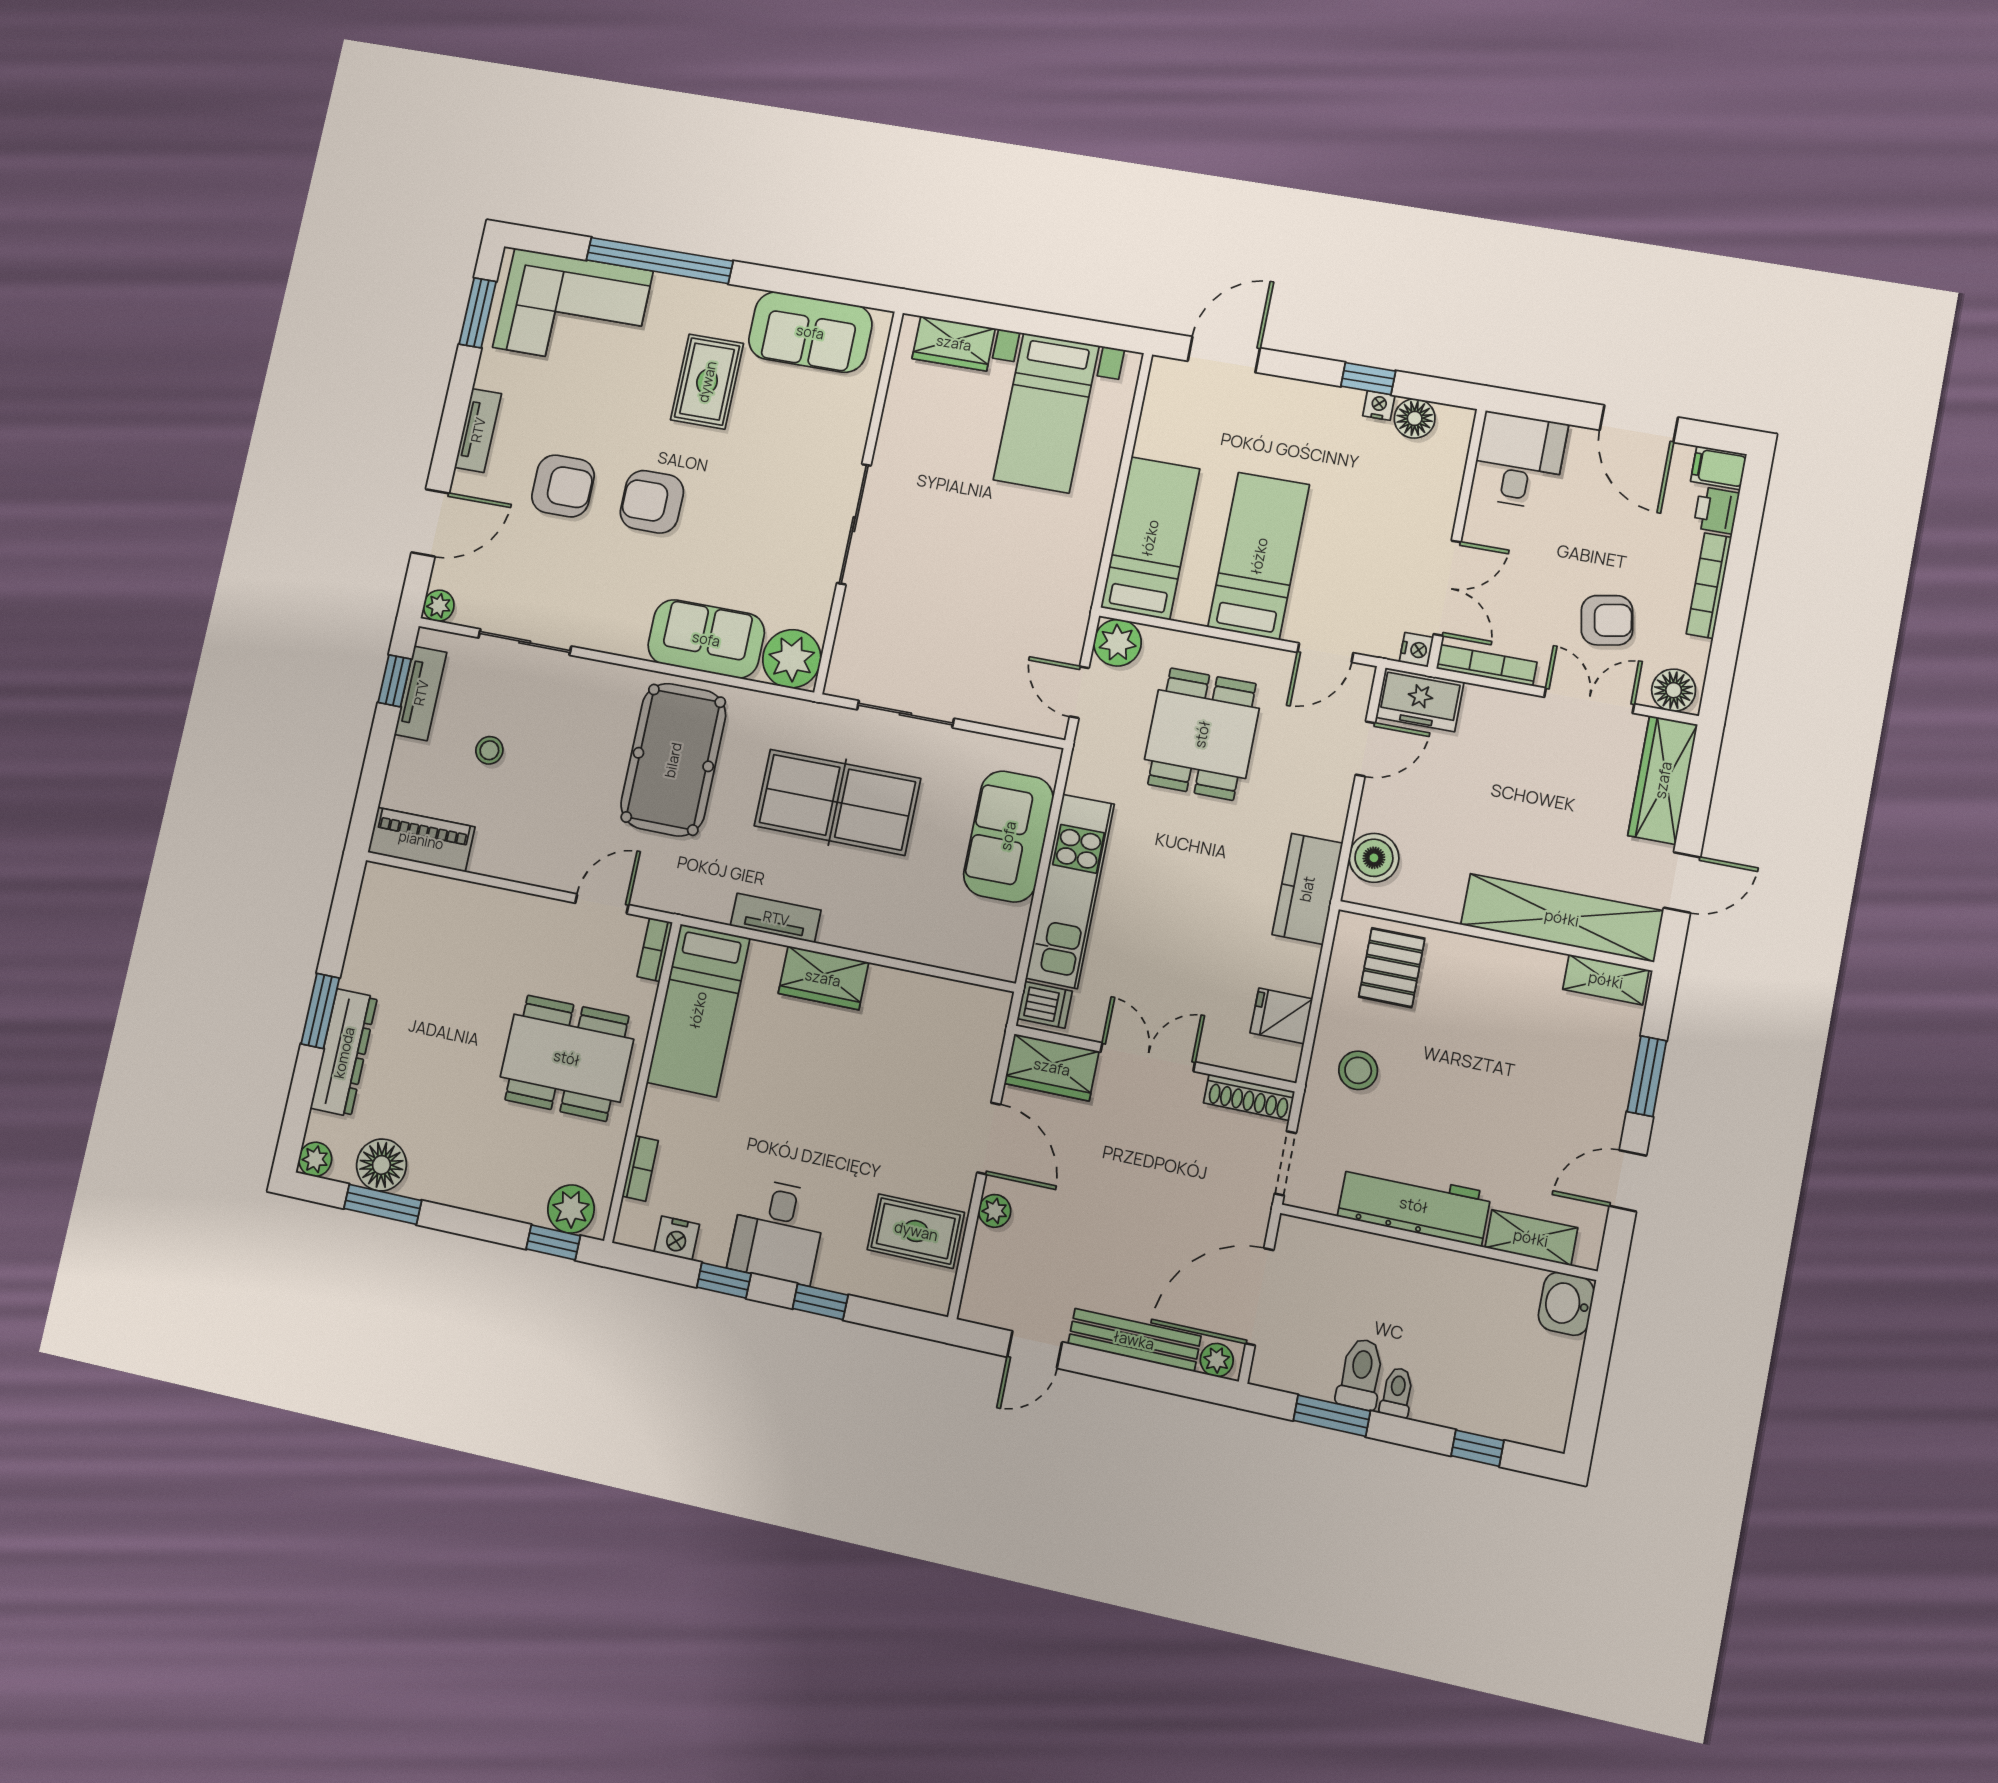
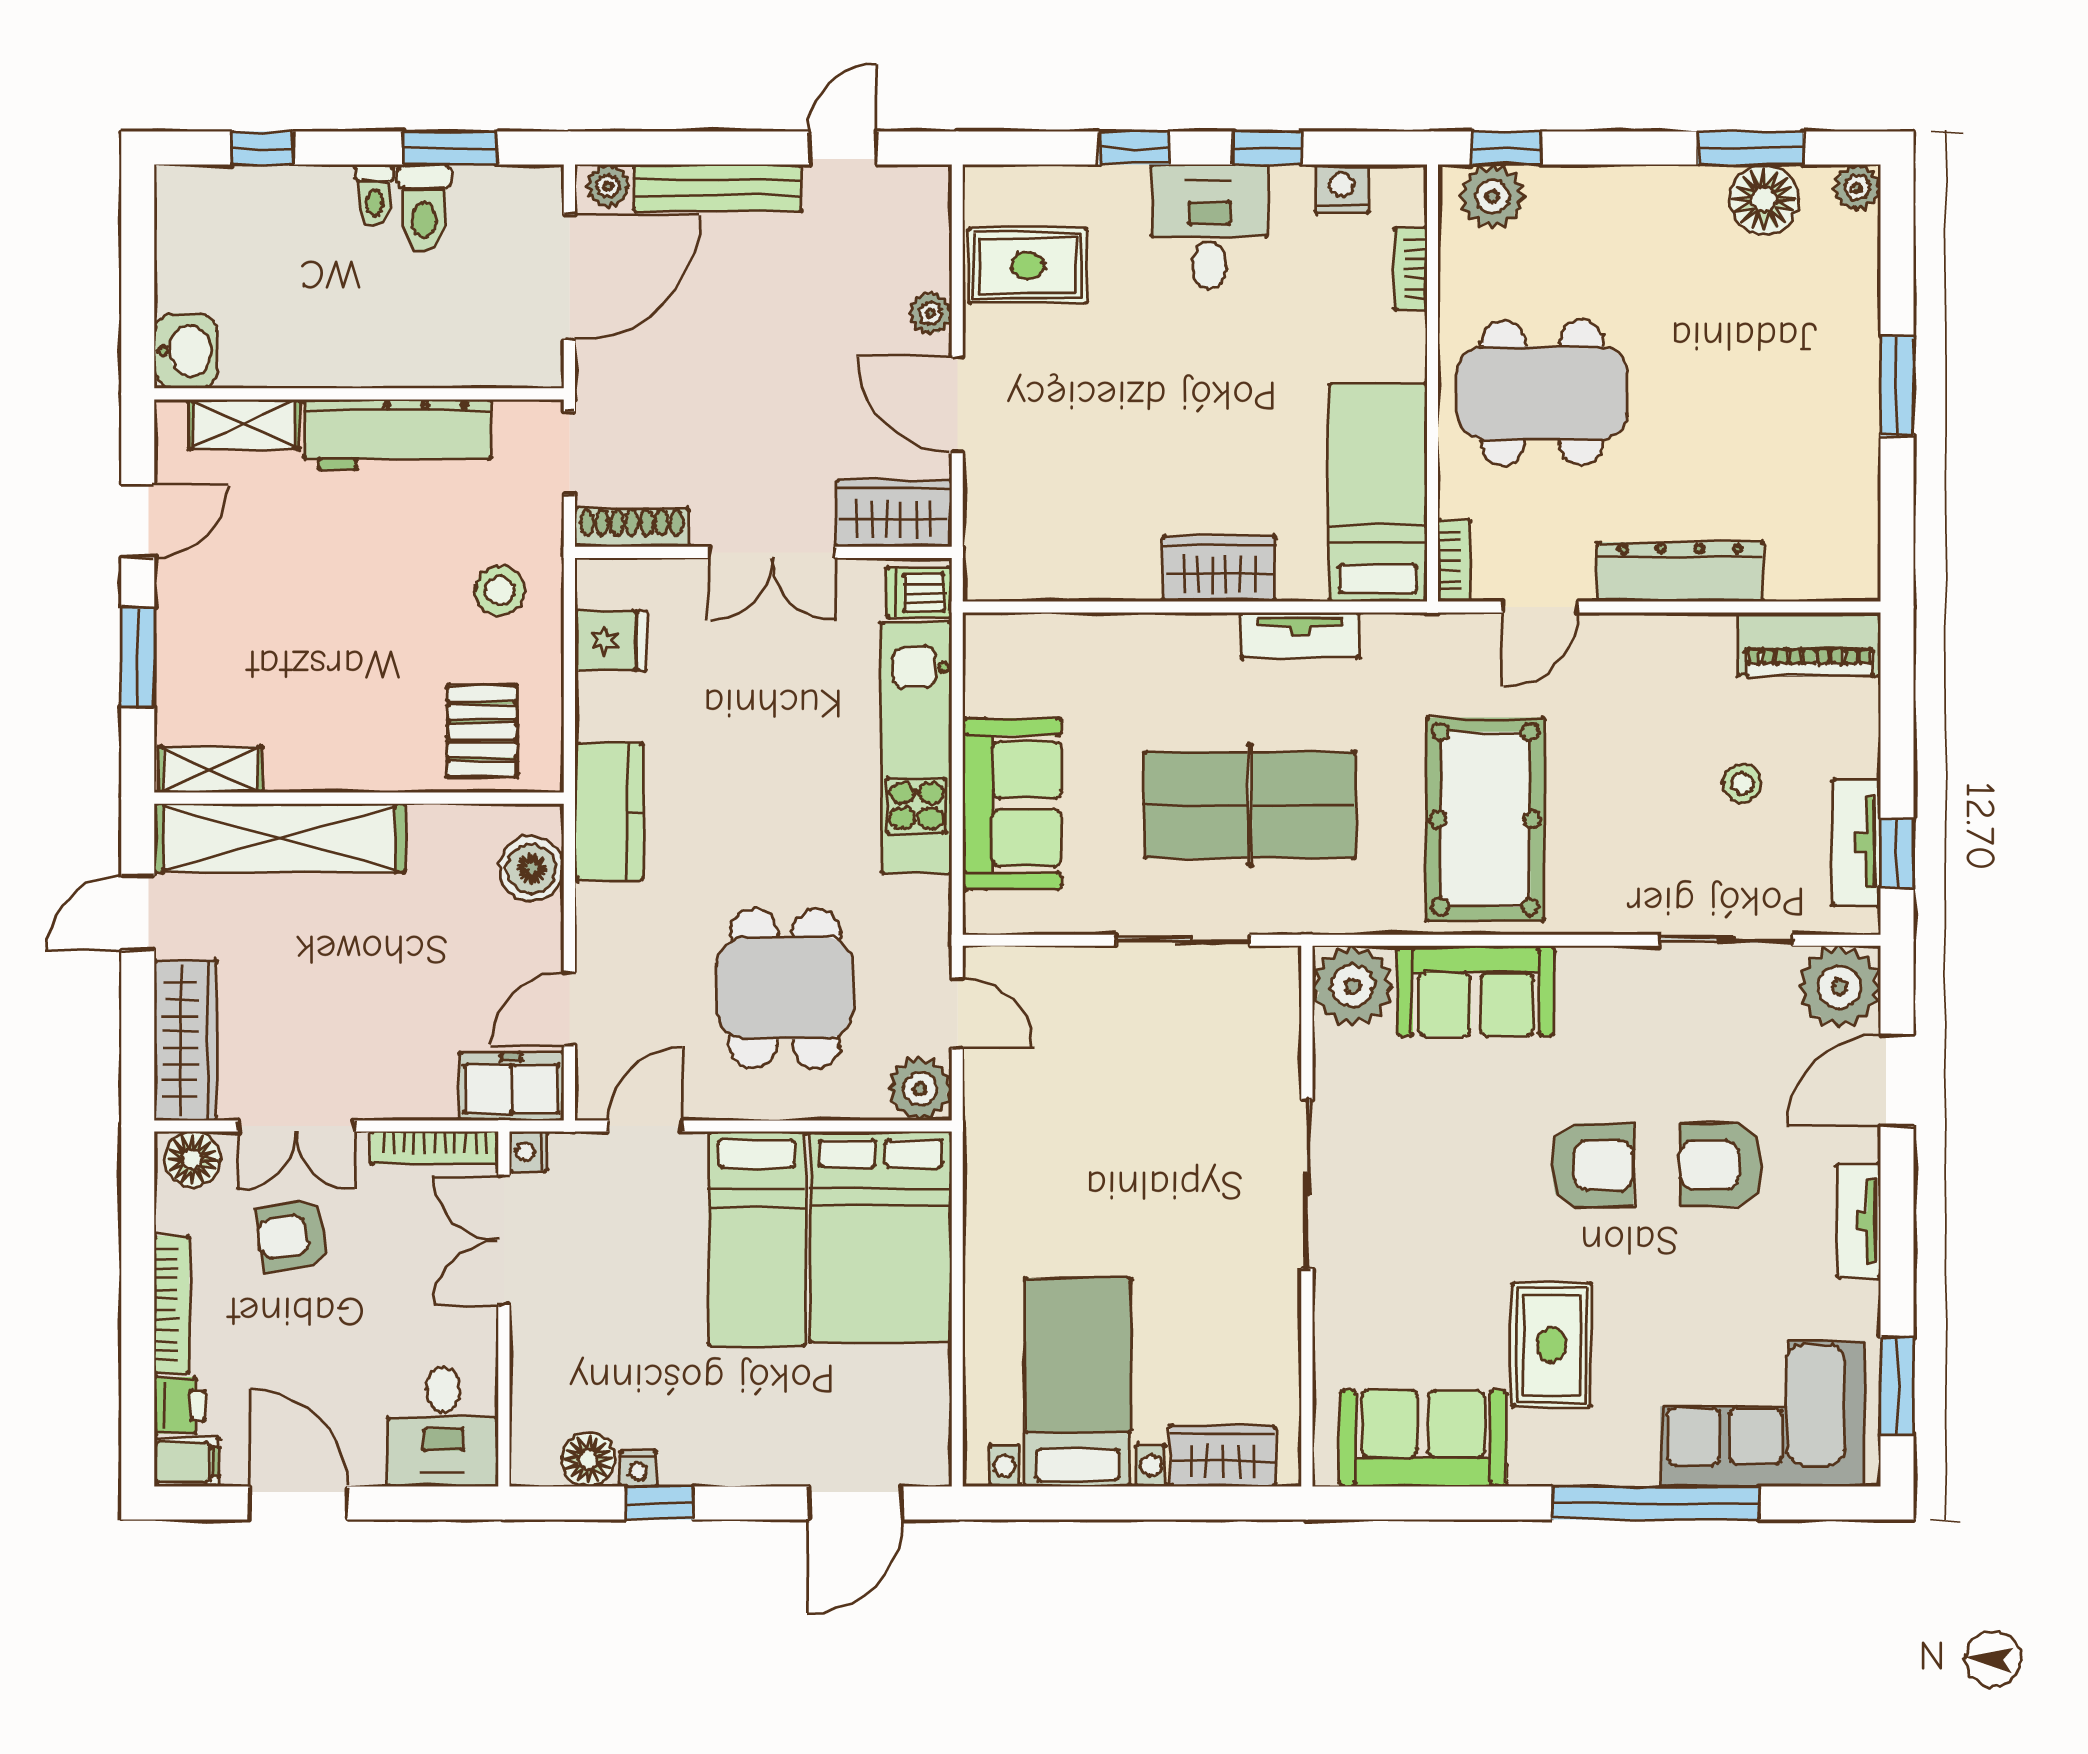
bed: (1150, 538) -> (881, 1237), width x1.50
plant: (439, 606) -> (1839, 987), width x1.87, depth x1.87
dresser: (344, 1053) -> (1680, 572), moved, turned 90

